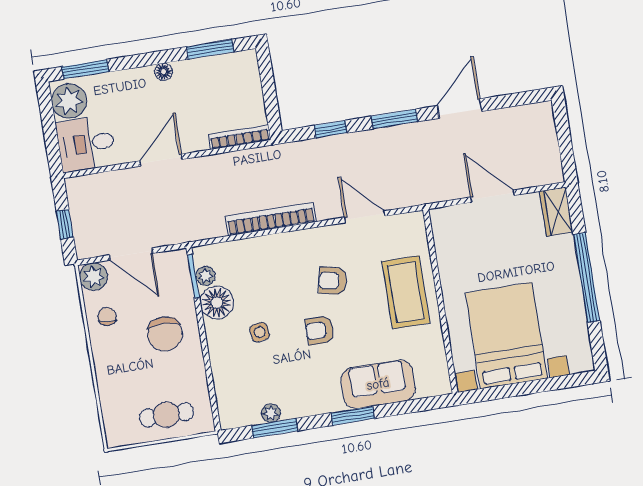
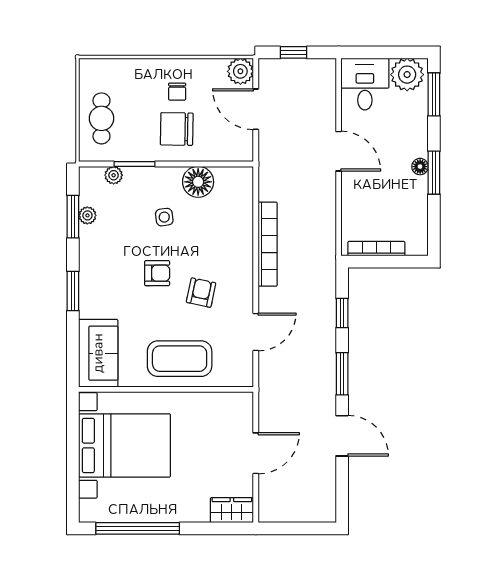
window: (210, 49) -> (434, 173), moved
bookcase: (240, 137) -> (376, 249), moved, turned -90
door: (131, 254) -> (256, 109), hinge flipped
window: (193, 276) -> (134, 164), moved
plant: (205, 276) -> (114, 175), moved
window: (587, 278) -> (138, 528), moved
chair: (107, 316) -> (177, 92), moved, turned 84
armchair: (320, 330) -> (157, 273), turned 90
sofa: (378, 384) -> (98, 353), moved

